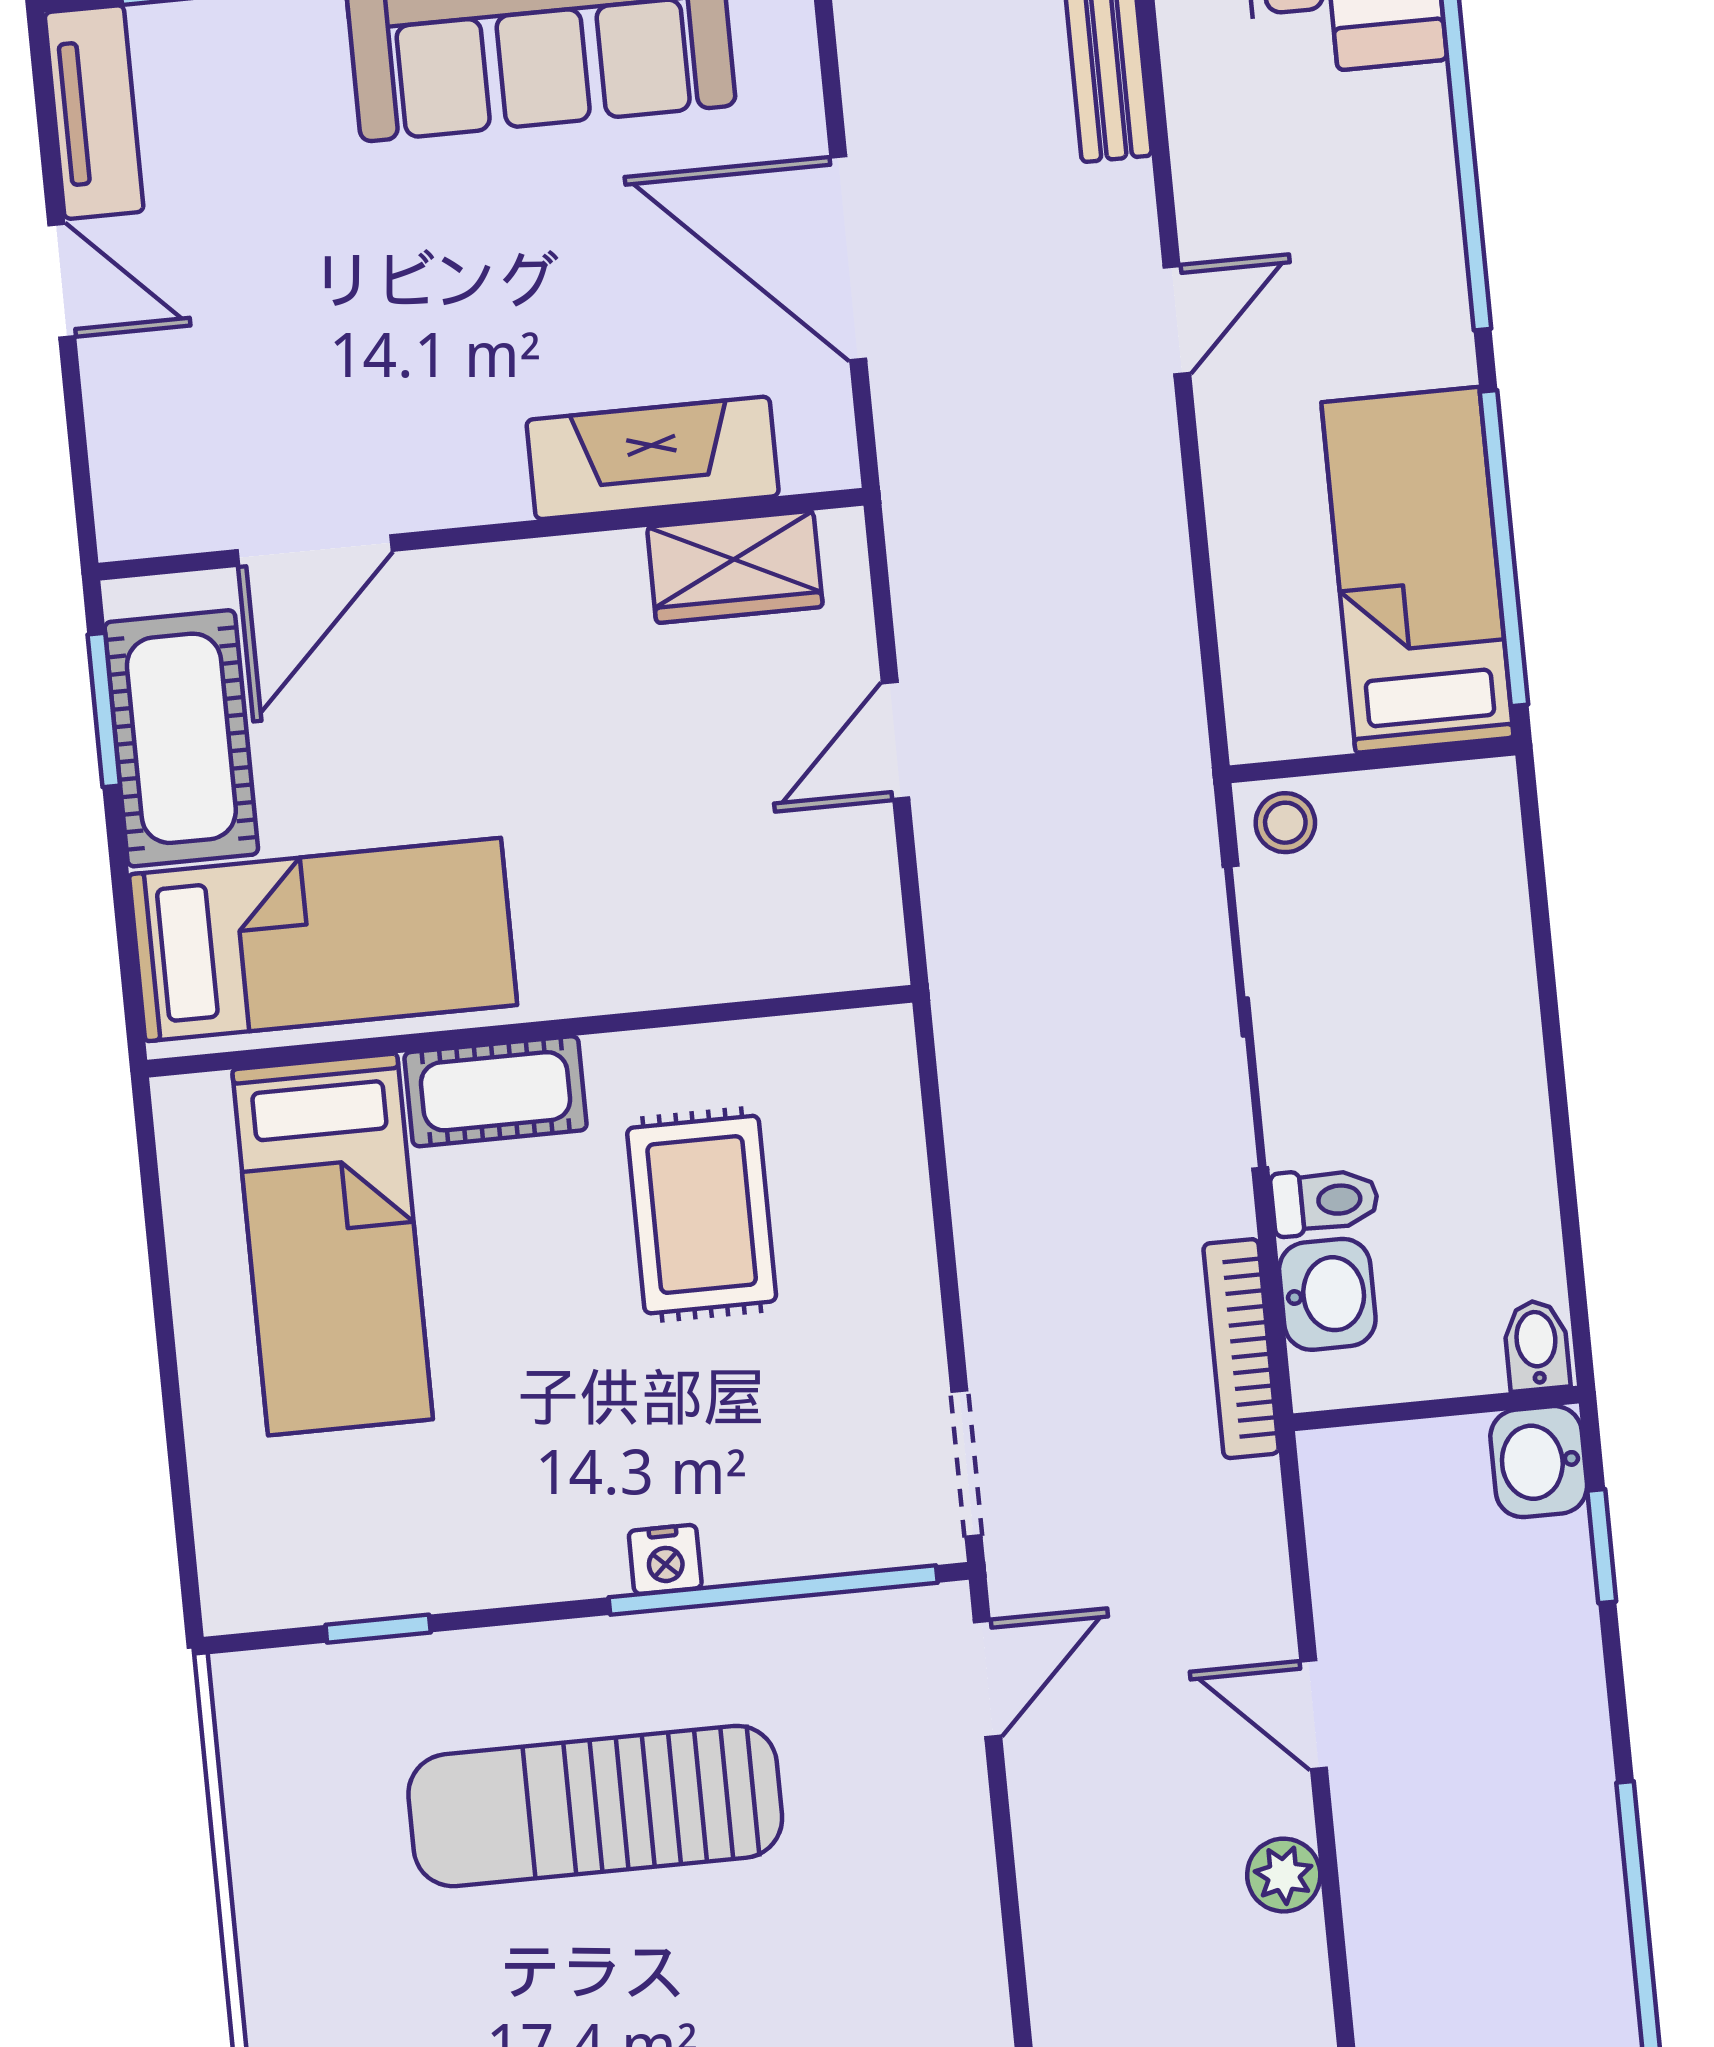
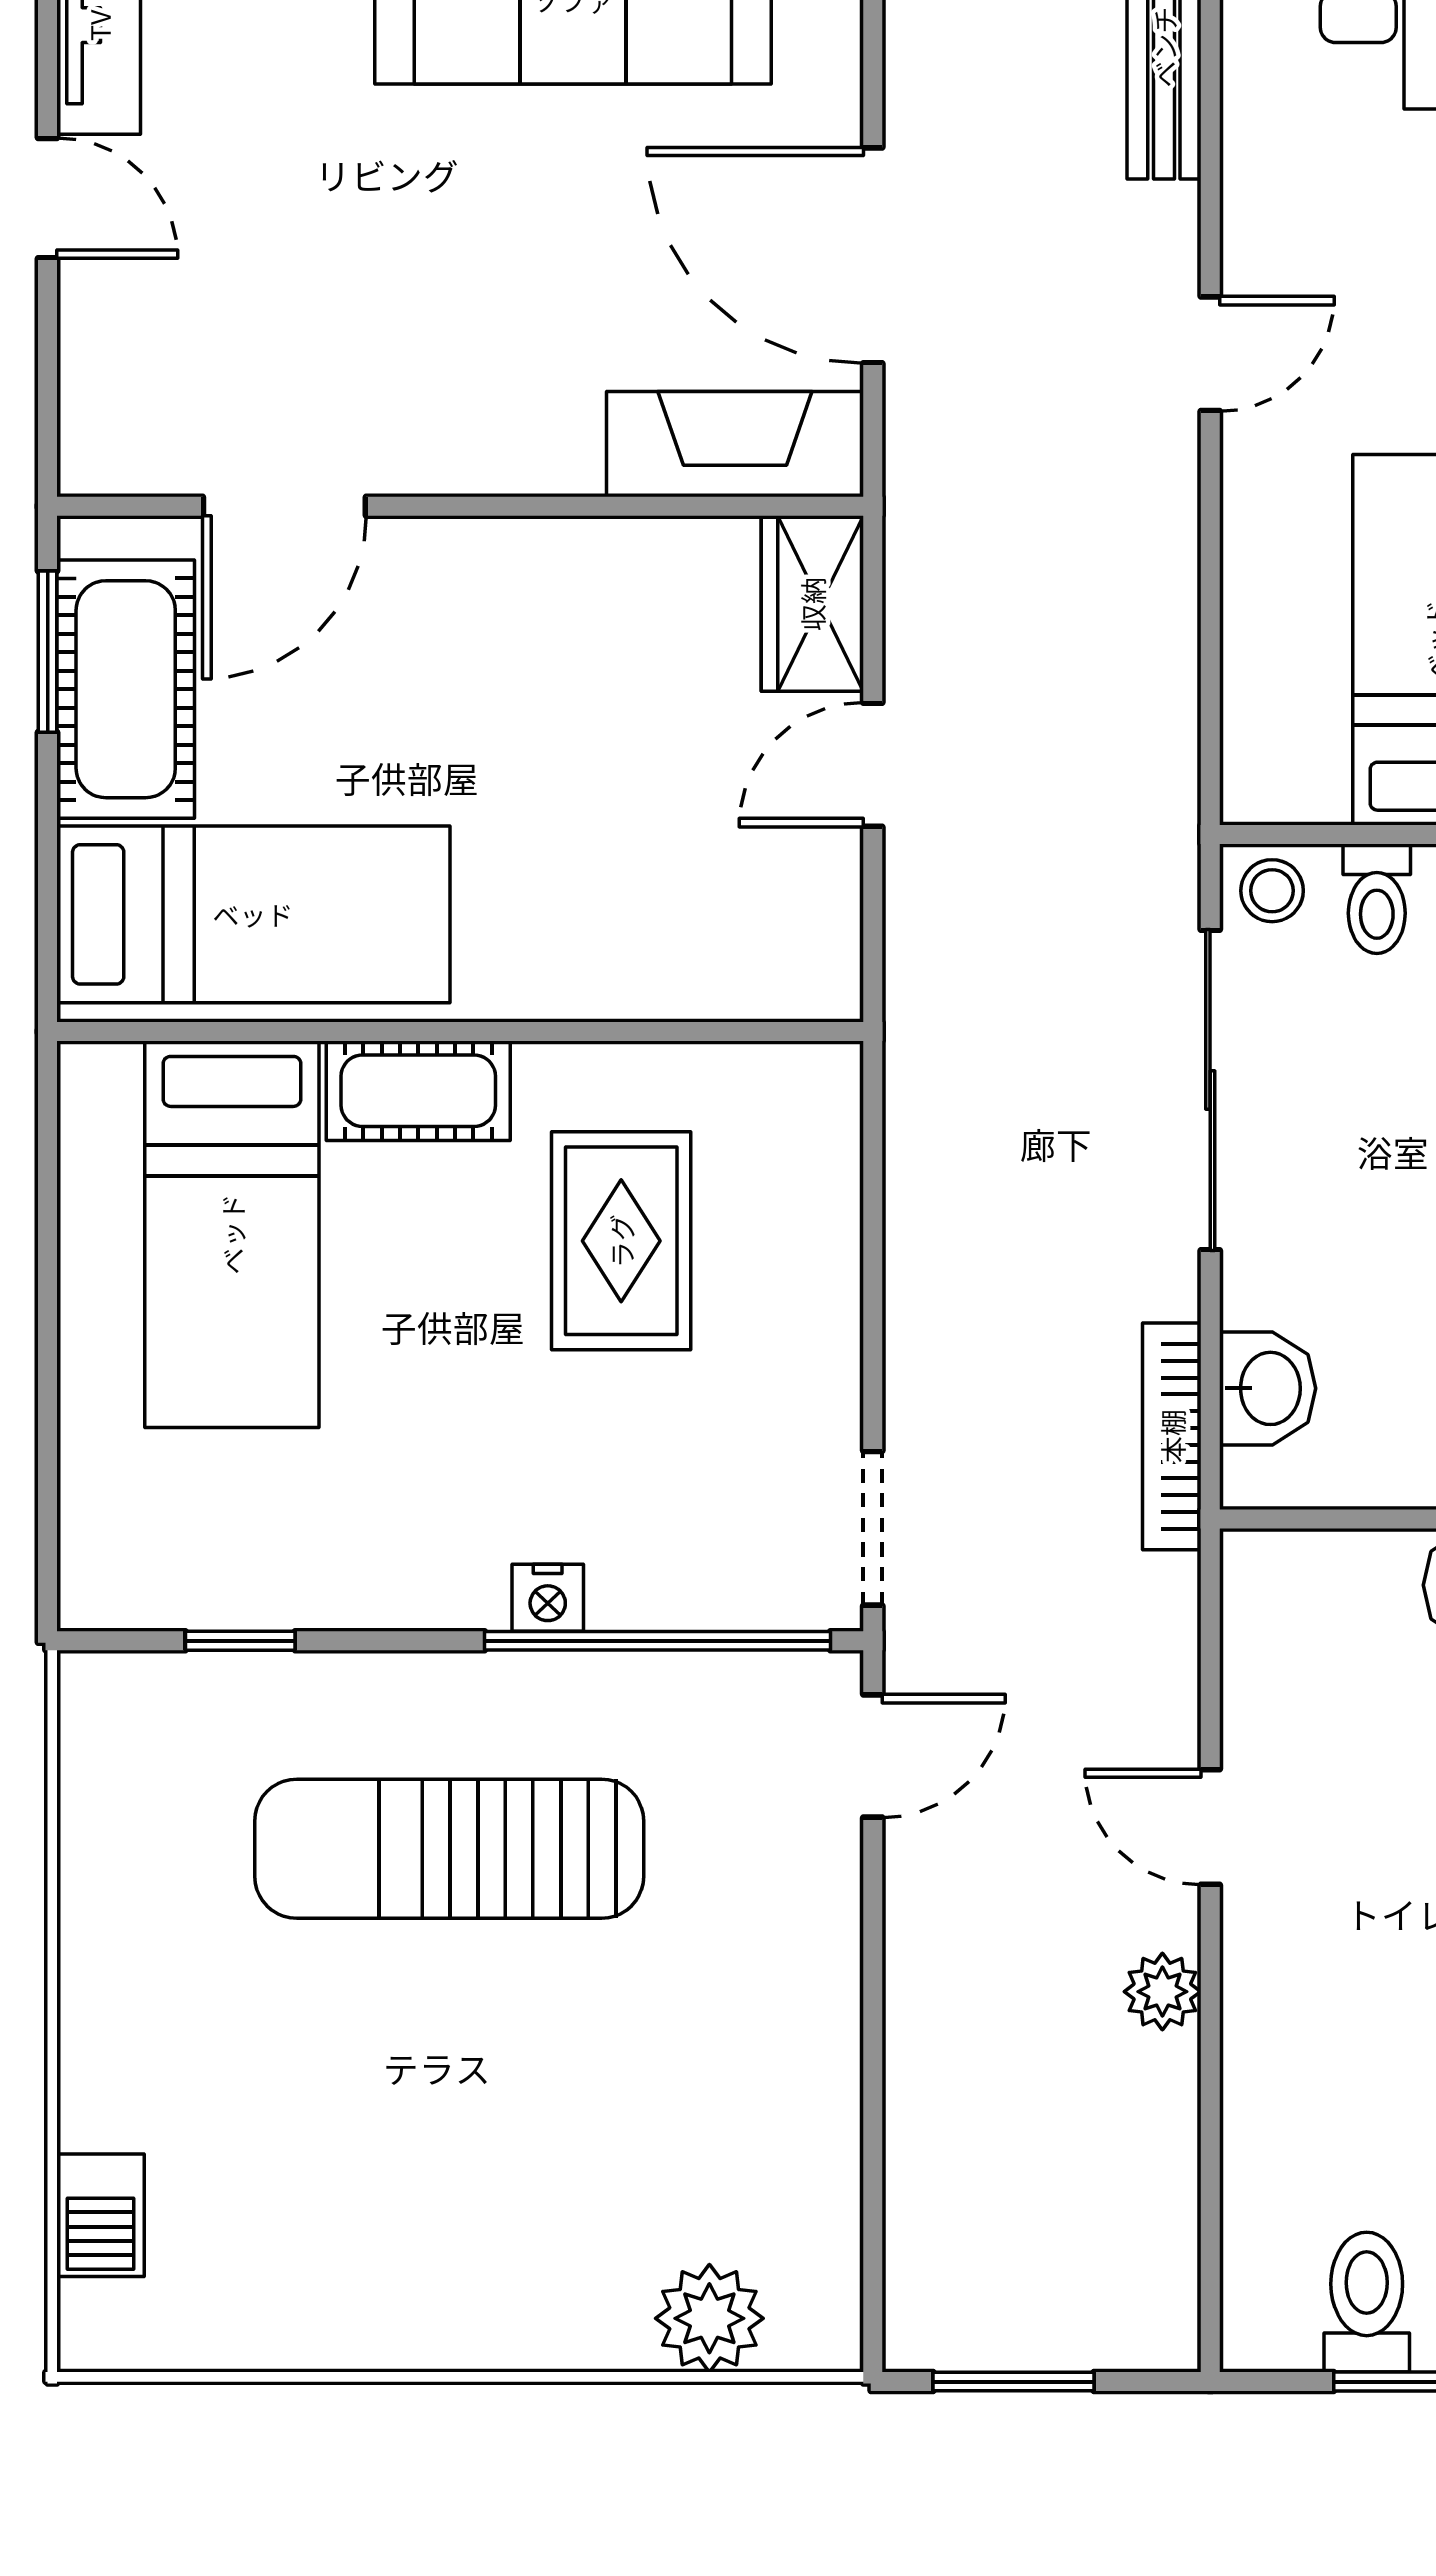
fireplace: (653, 458) -> (735, 444), moved
wardrobe: (735, 567) -> (812, 604), moved, turned 90
toilet: (1325, 1201) -> (1377, 899), moved, turned 90

